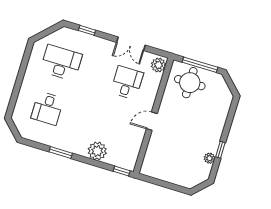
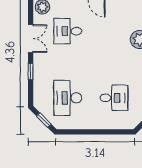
window: (87, 30) -> (31, 72), moved
window: (46, 32) -> (44, 120), added

